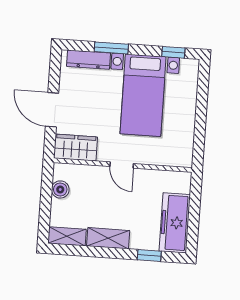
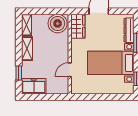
door: (122, 165) -> (70, 70), moved
boiler: (60, 189) -> (58, 23), width x1.86, depth x1.86
freezer: (175, 223) -> (34, 86), width x0.71

